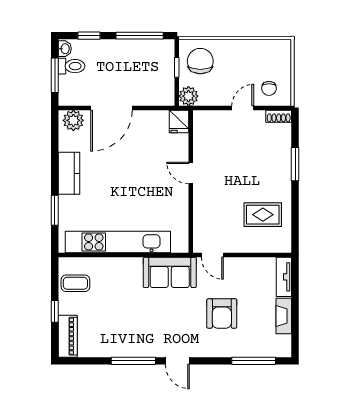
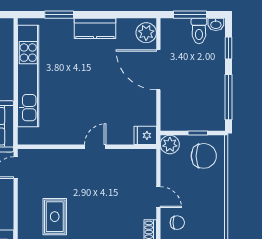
chair: (269, 88) -> (177, 223), turned 180

